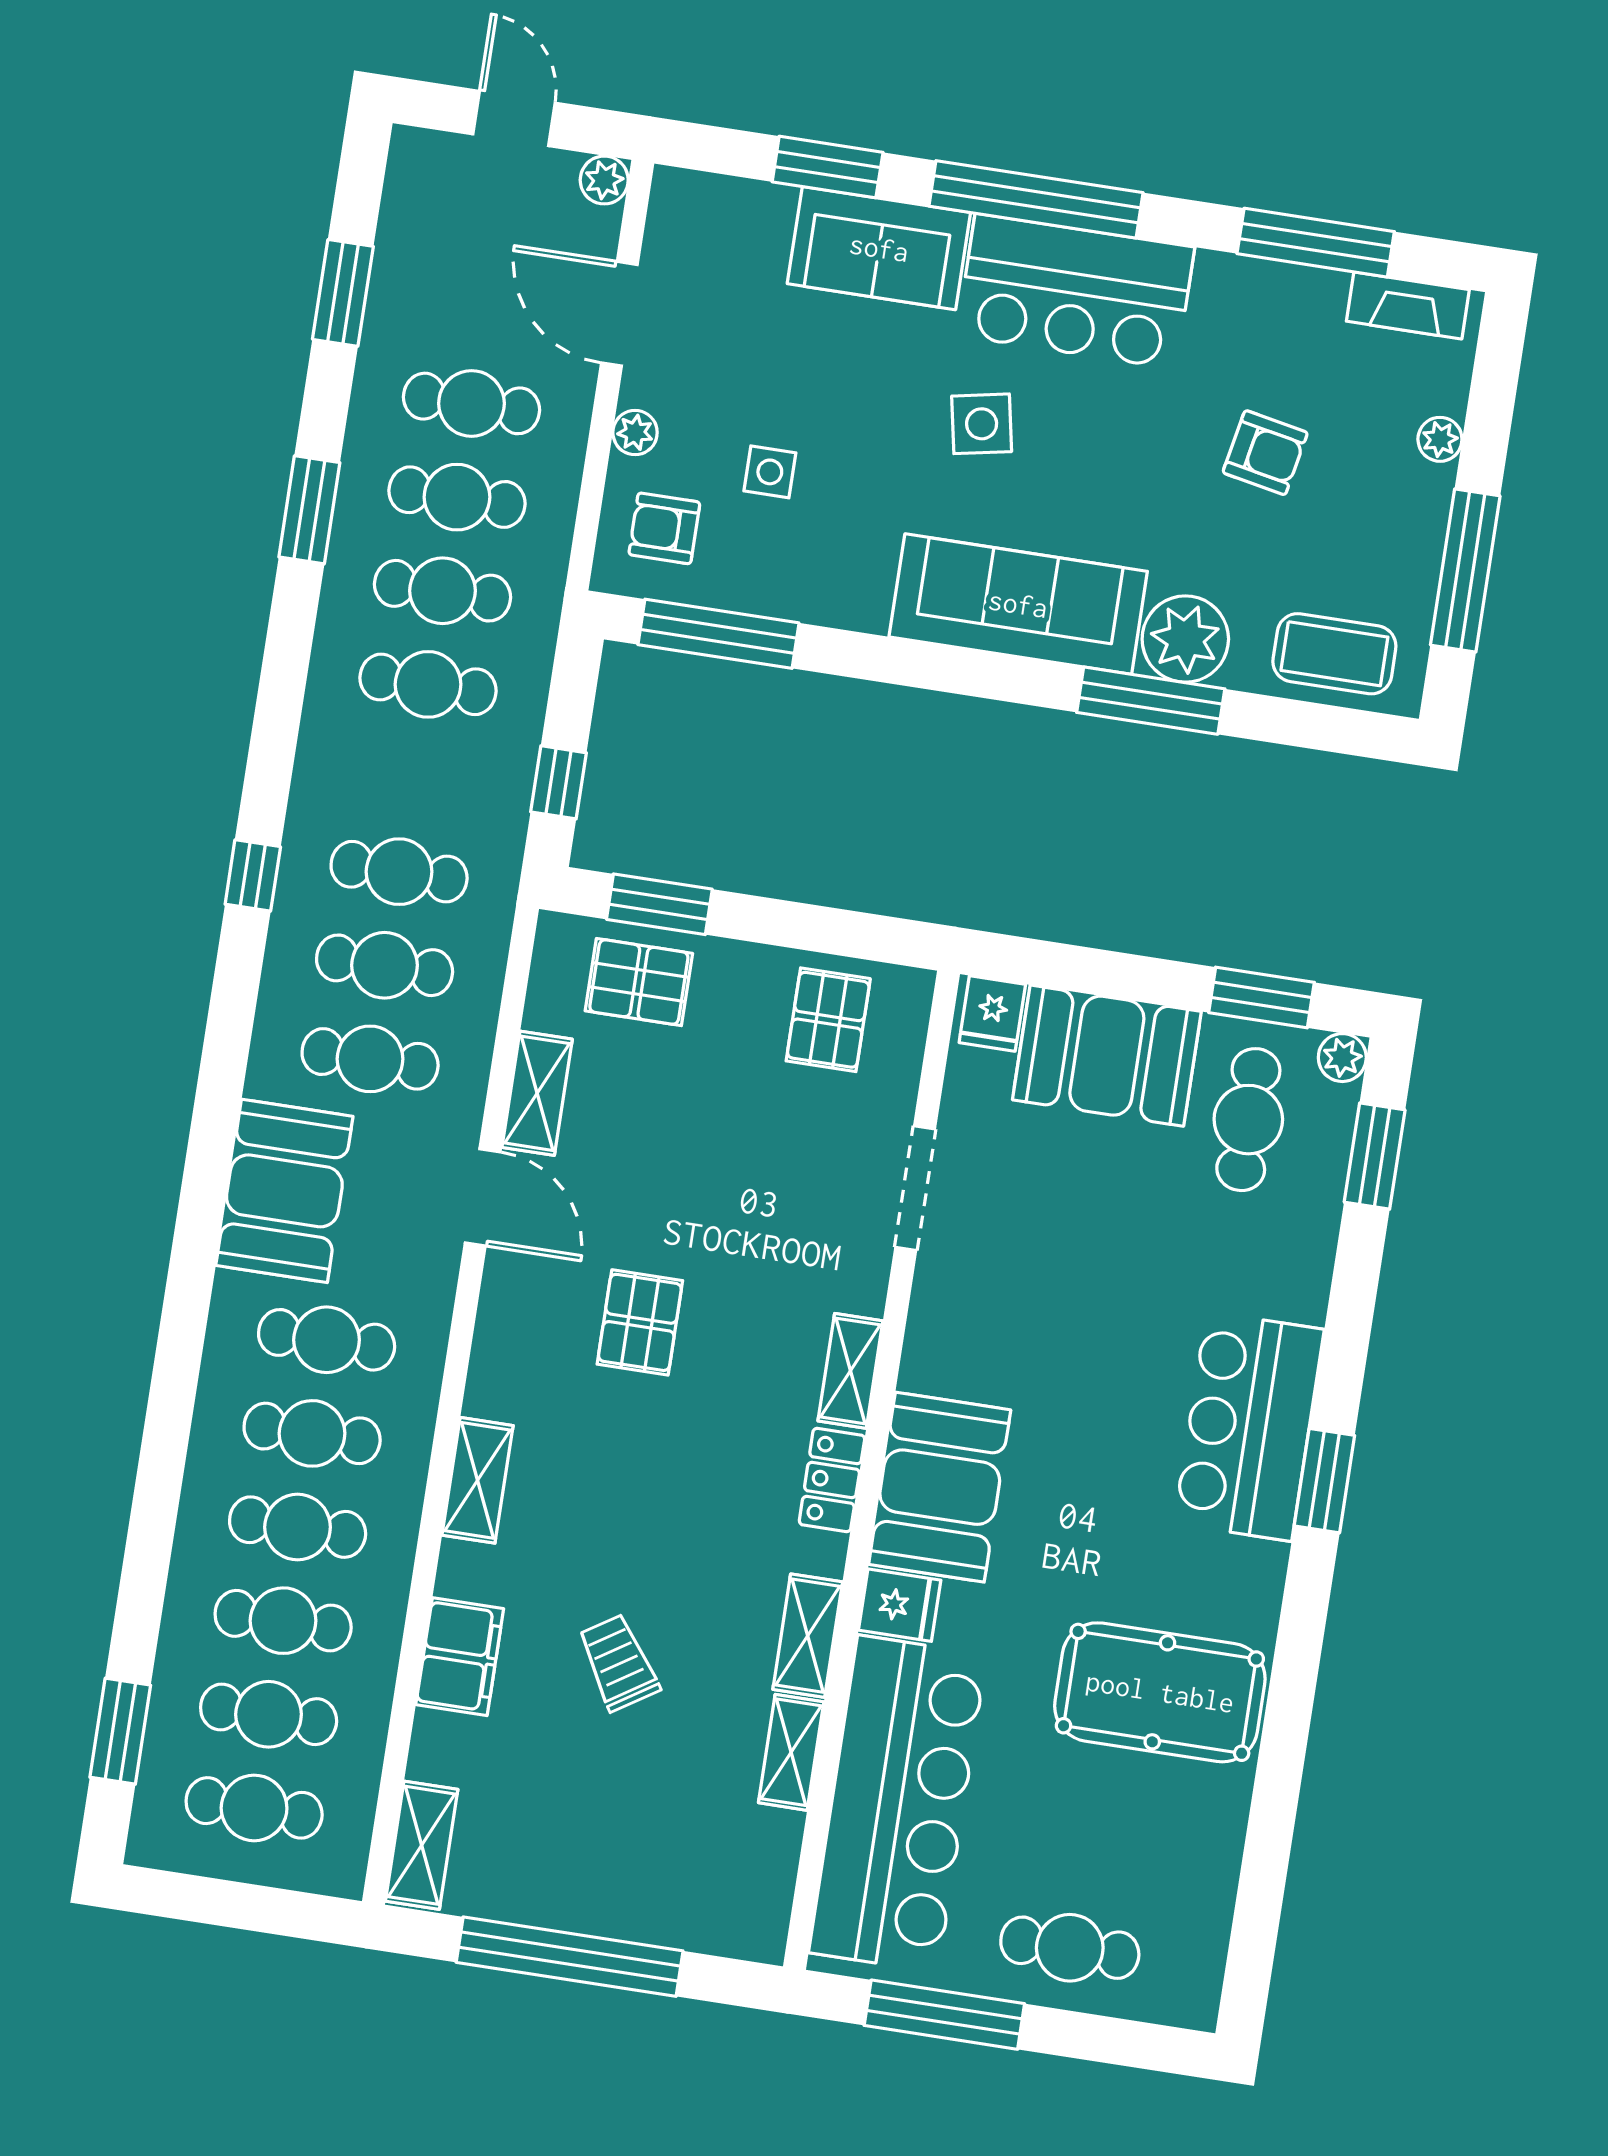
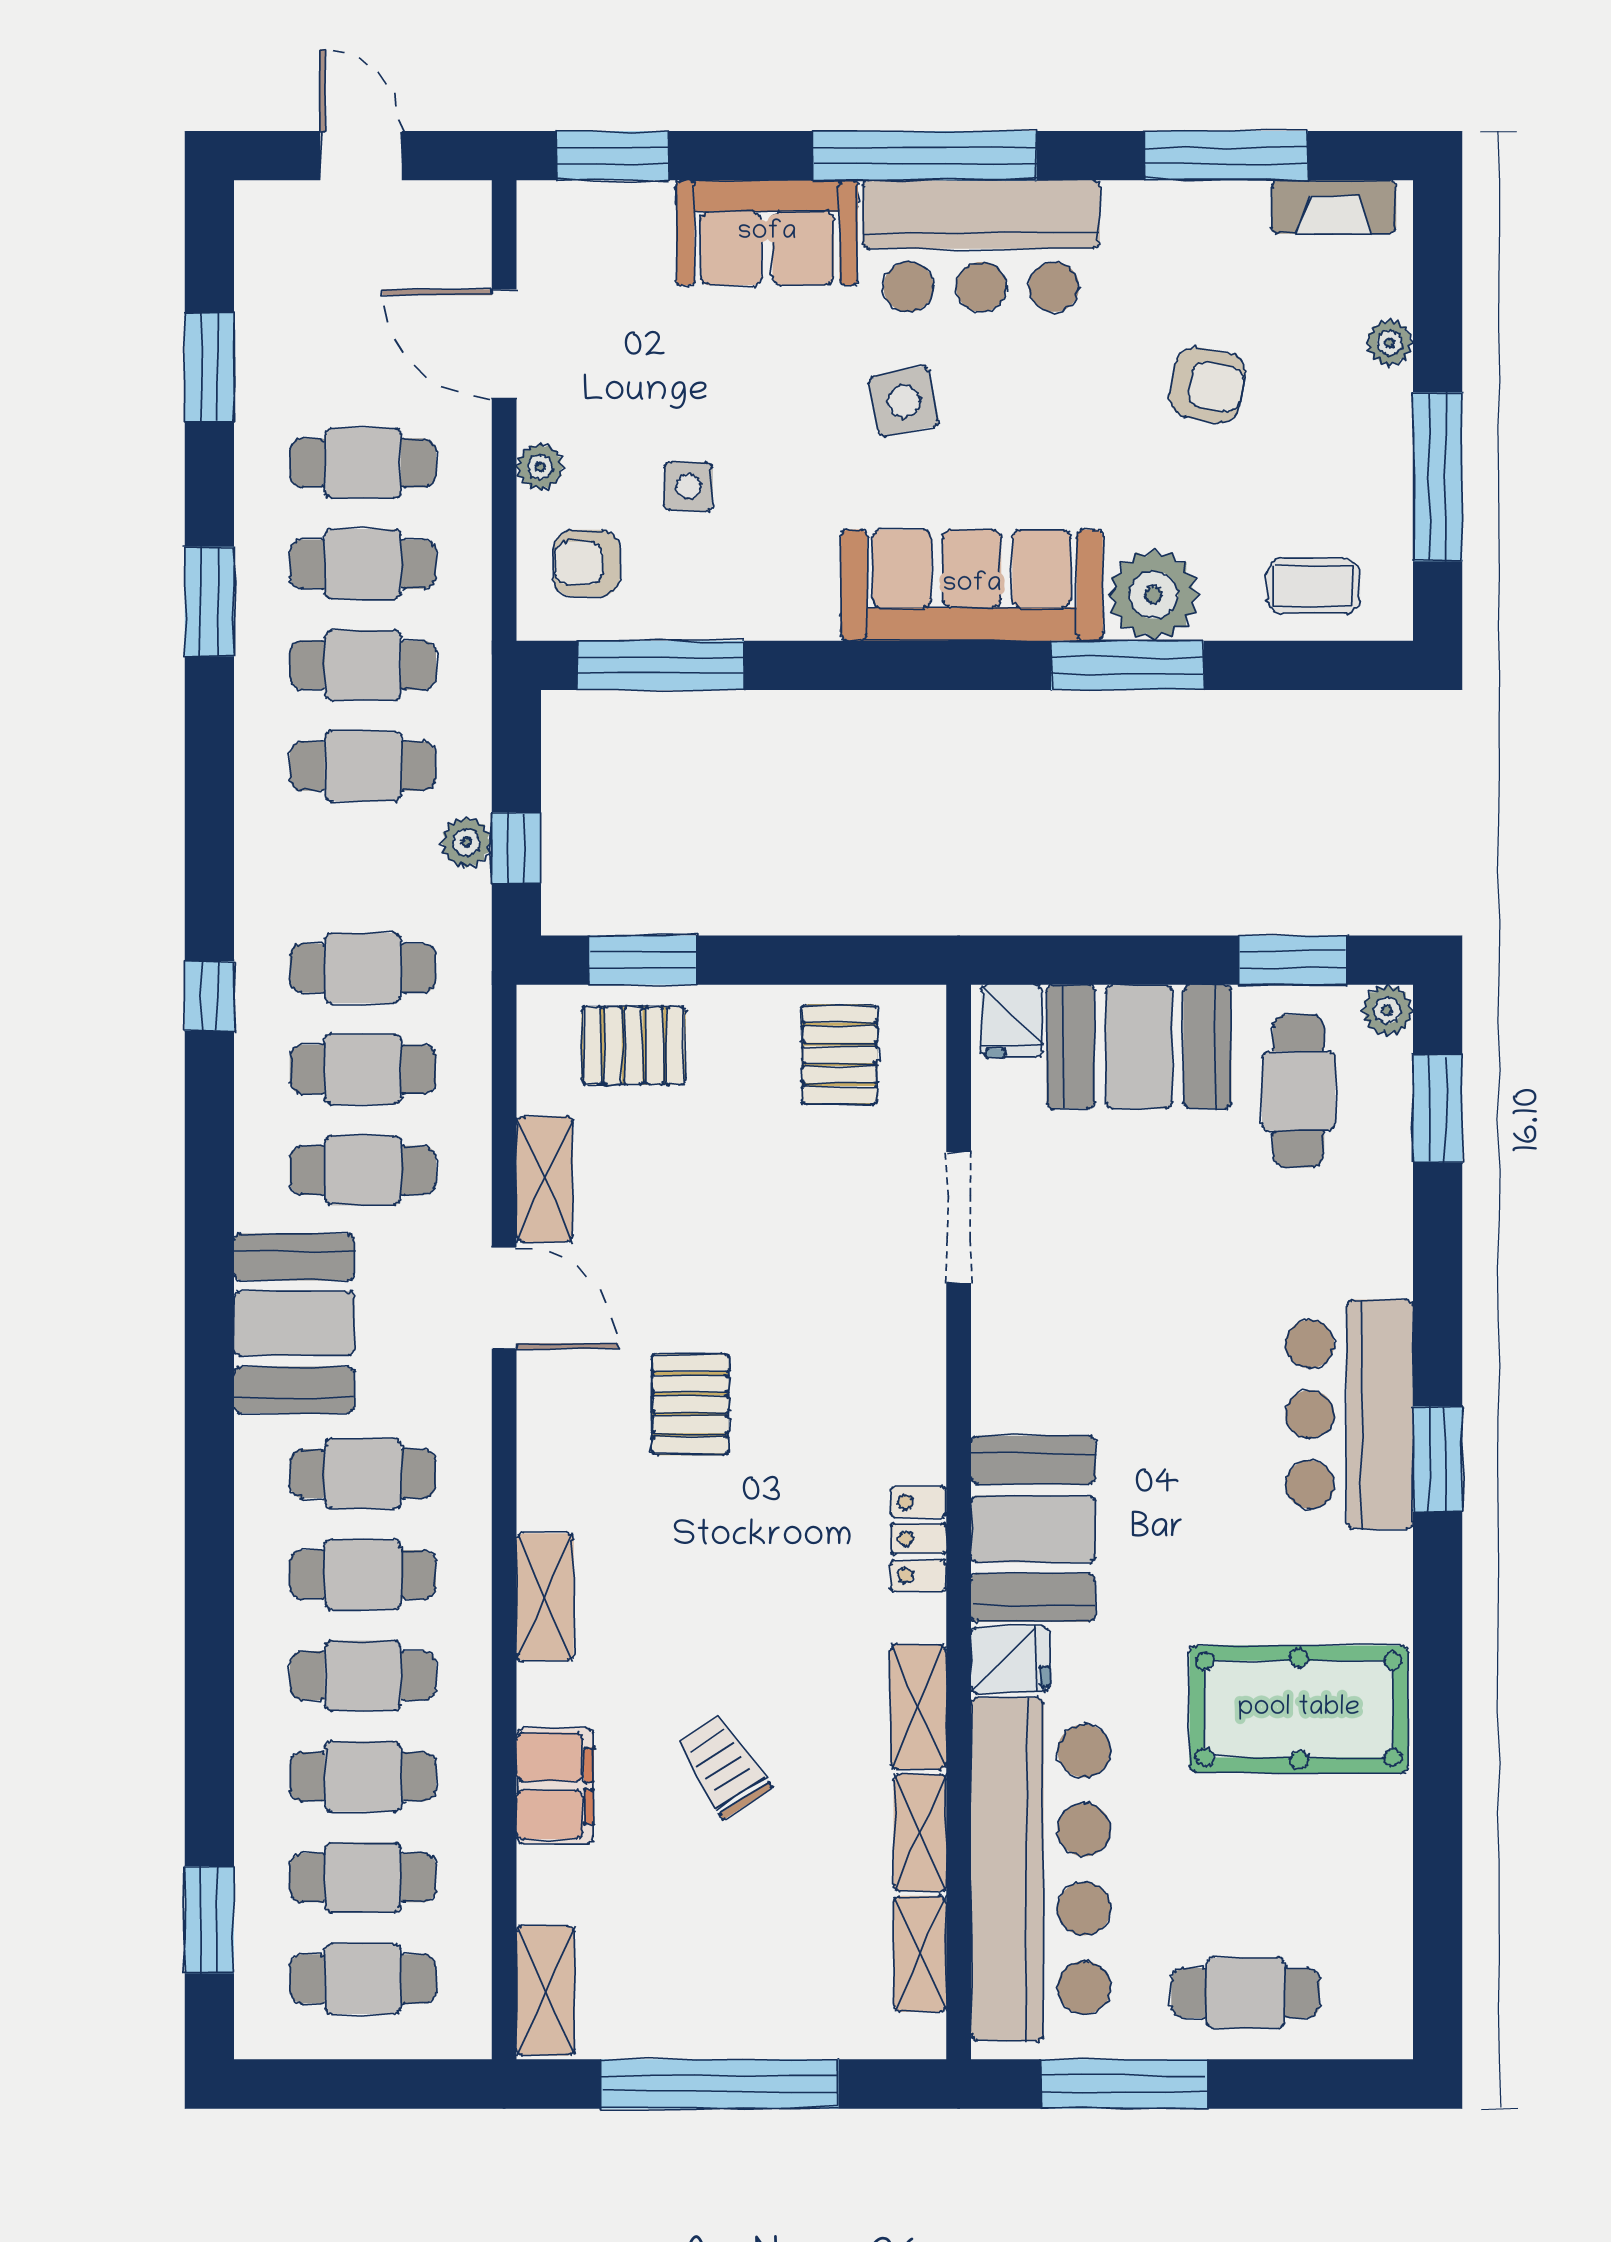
window: (828, 167) -> (613, 156), moved
plant: (604, 180) -> (466, 842), moved
coffee table: (1334, 654) -> (1313, 586), width x0.73, depth x0.77
shelving: (850, 1371) -> (920, 1954), moved

